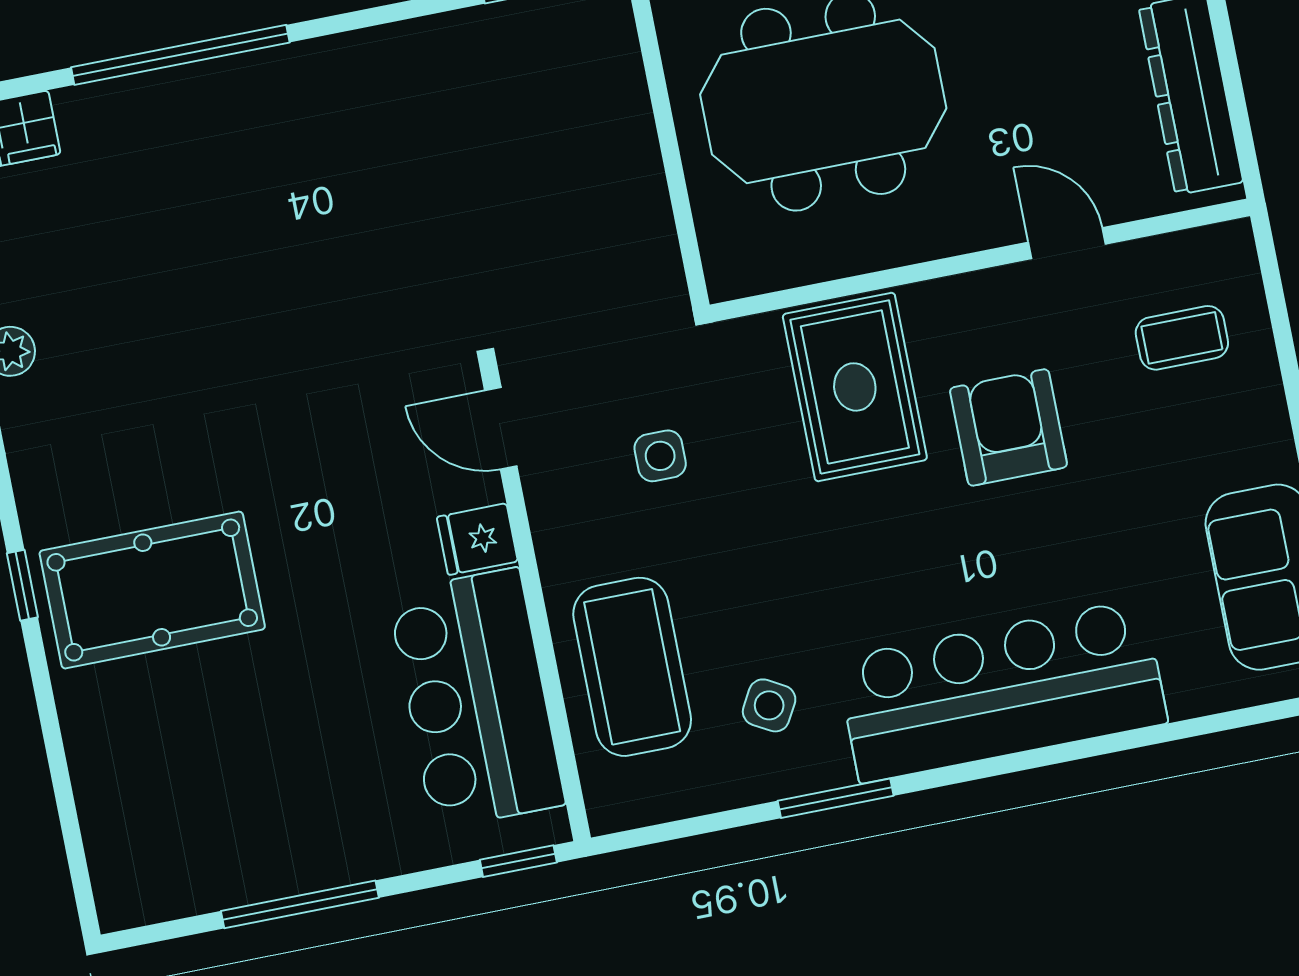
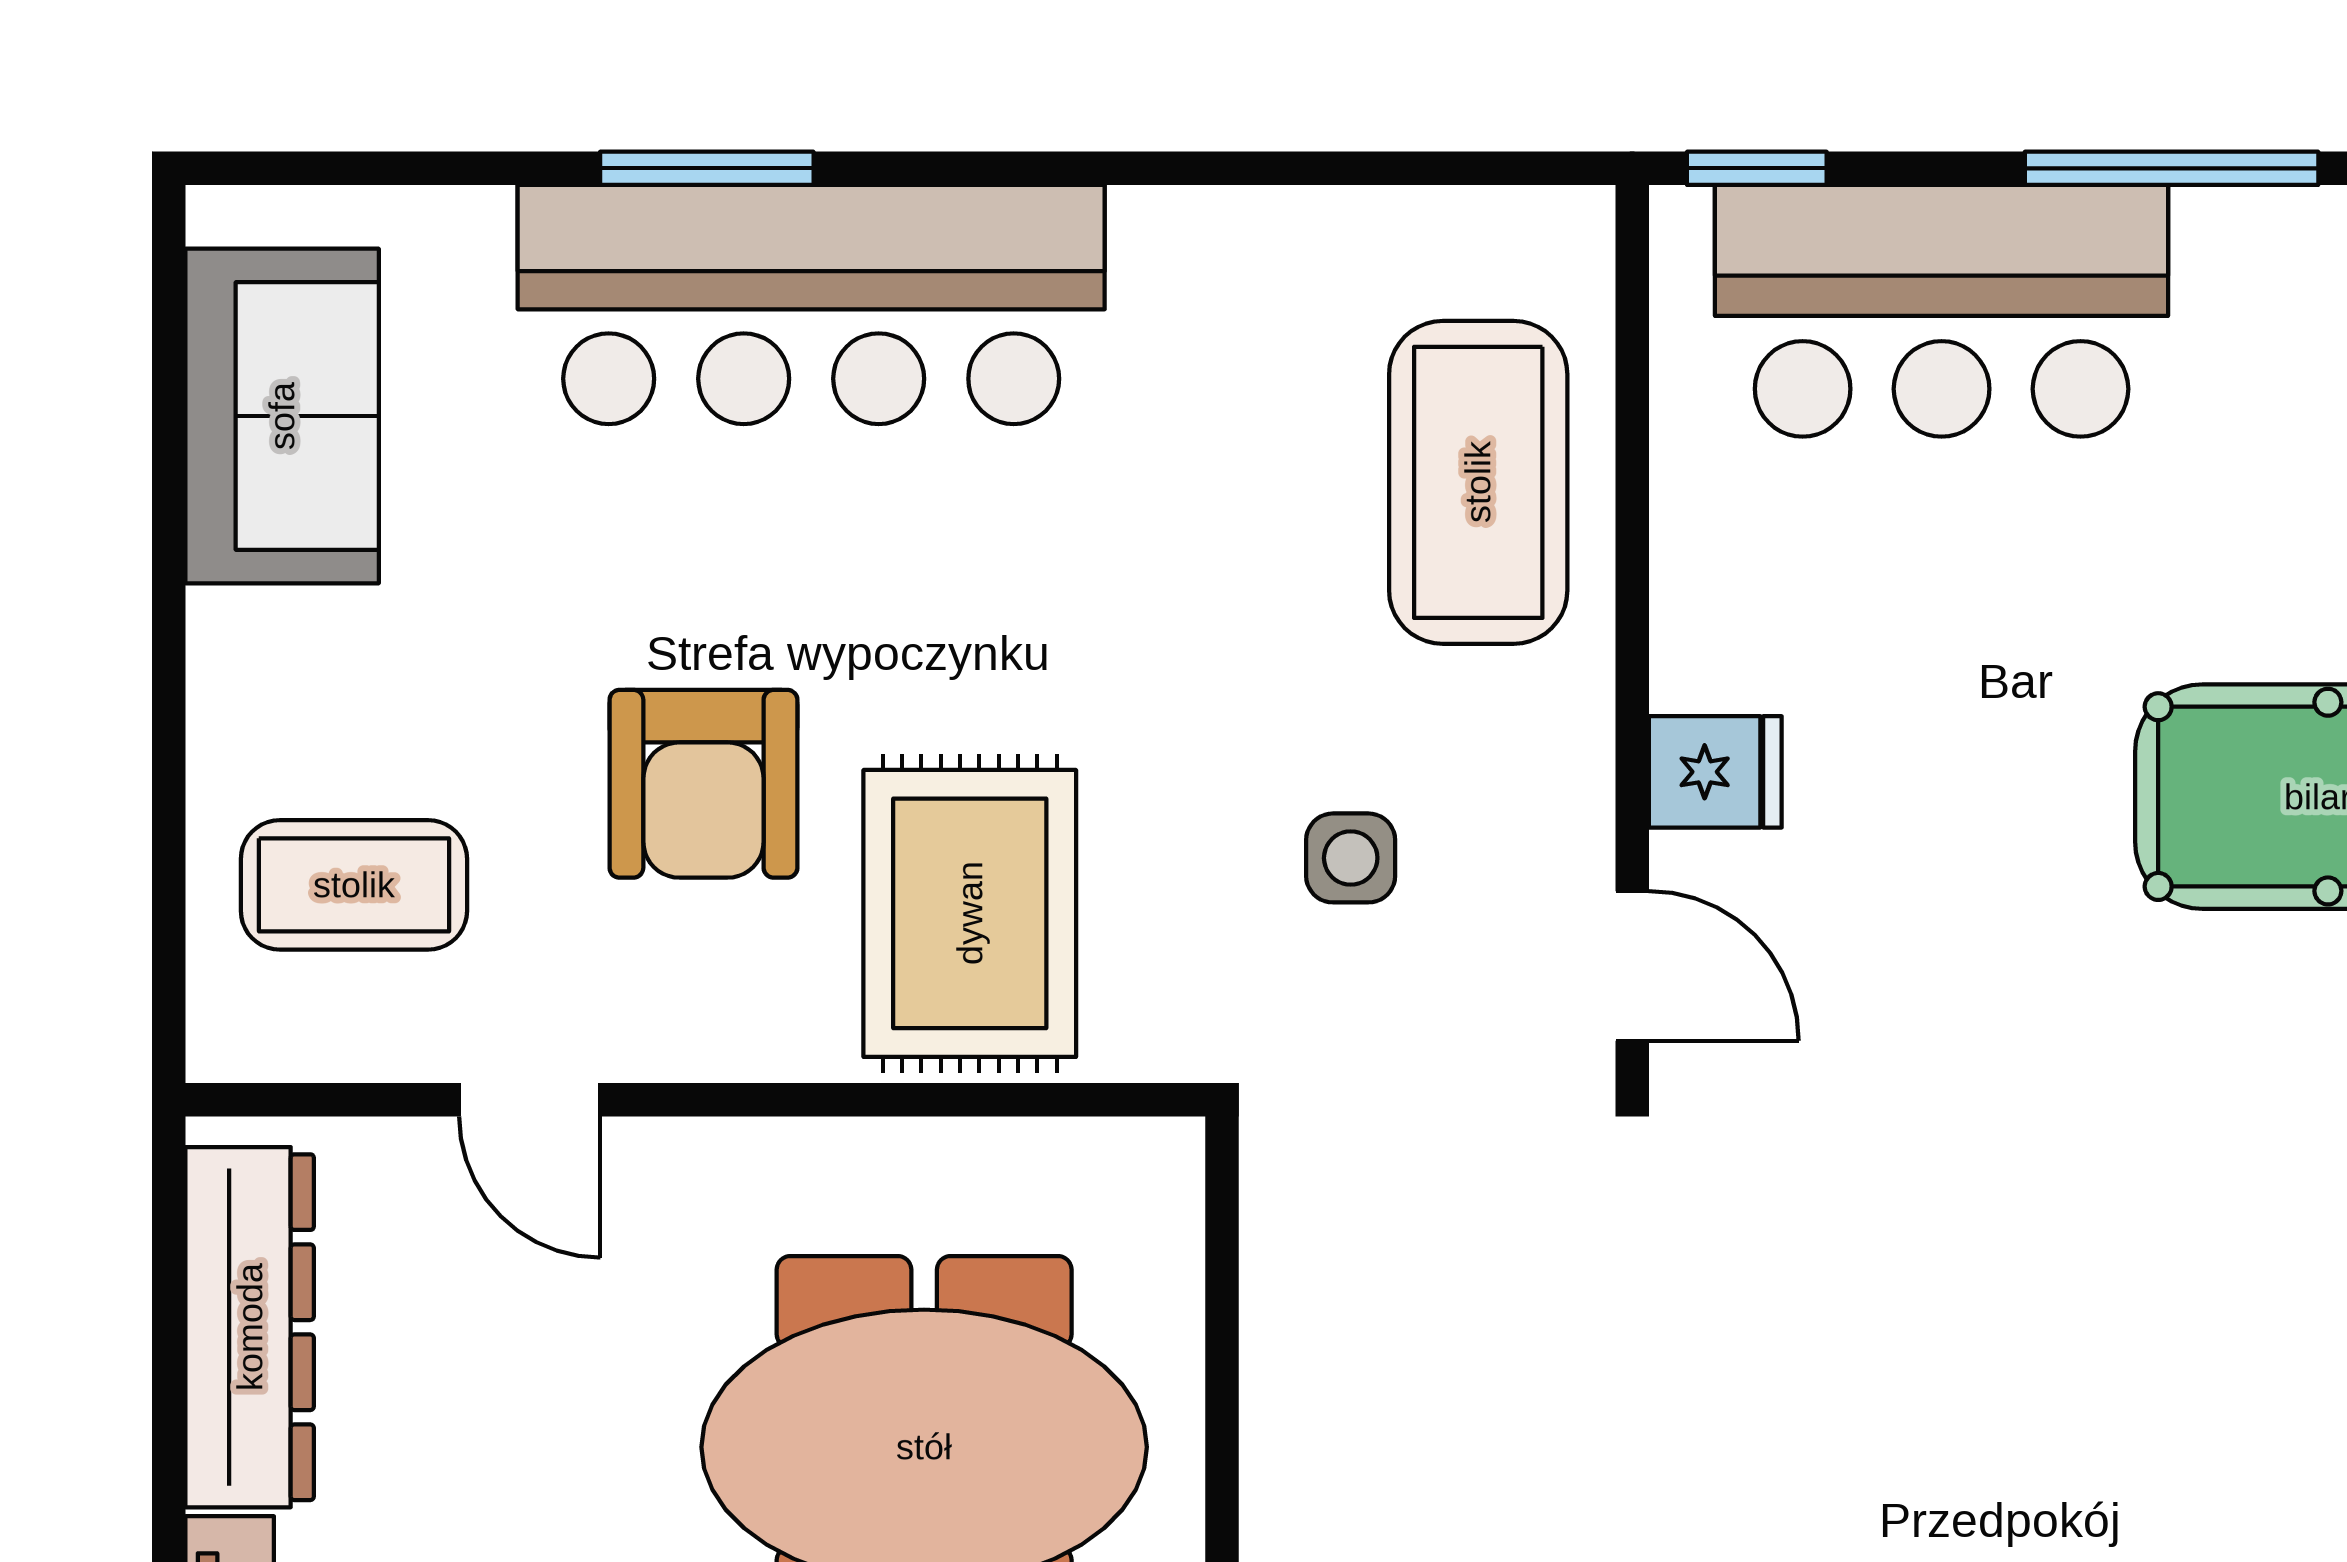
coffee table: (1182, 338) -> (354, 885), width x1.36, depth x1.30
bar counter: (476, 699) -> (1942, 311), moved, turned 90
side table: (769, 705) -> (1242, 362), removed
window: (836, 798) -> (707, 168), moved

